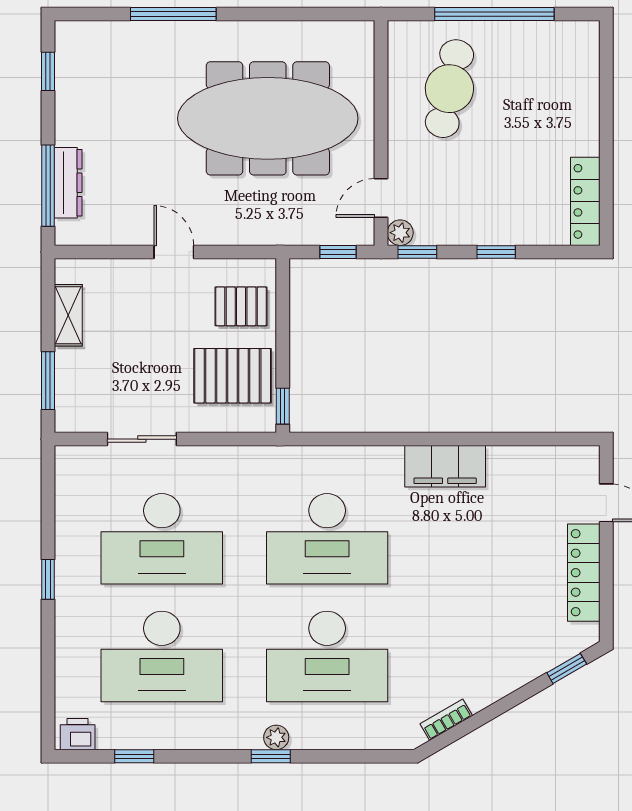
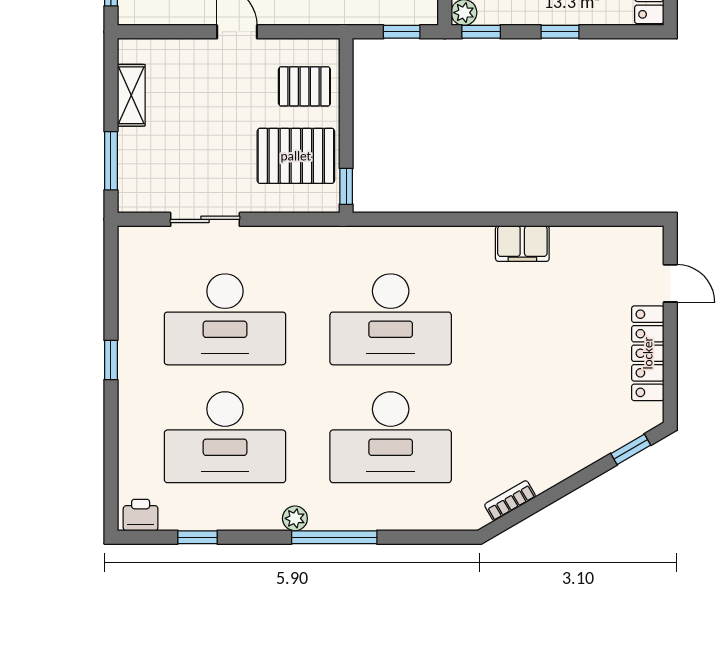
filing cabinet: (445, 466) -> (522, 244), width x0.67, depth x0.86
plant: (276, 737) -> (295, 518), moved
window: (271, 756) -> (334, 537), width x2.17

